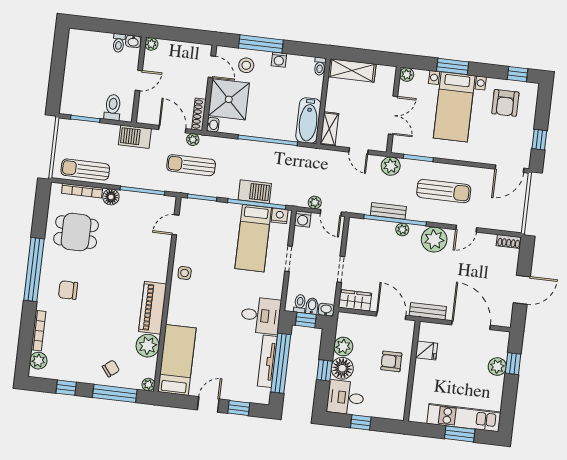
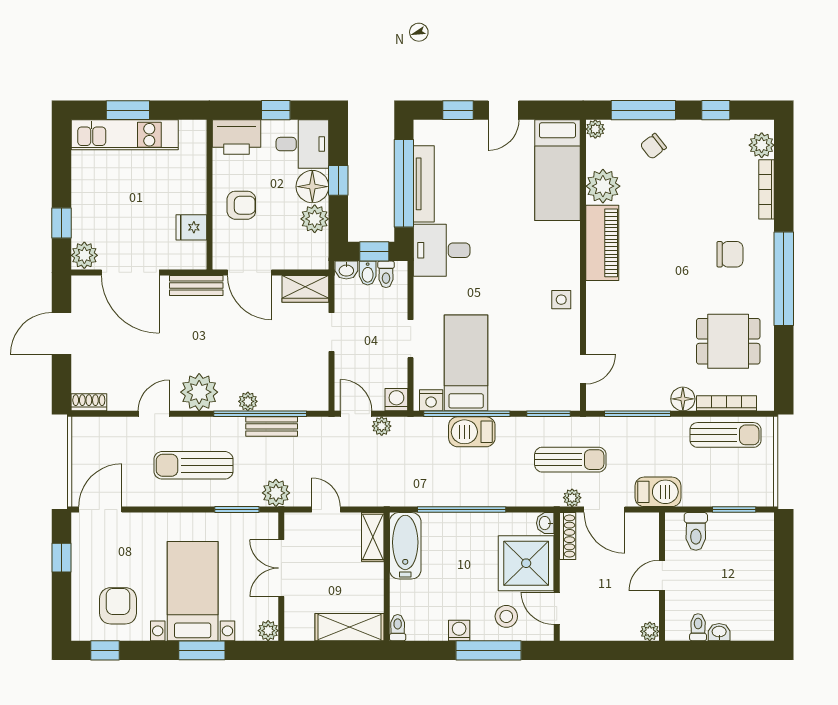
washbasin: (133, 41) -> (719, 632), moved
plant: (497, 367) -> (84, 255), moved
printer: (389, 407) -> (236, 137), added

